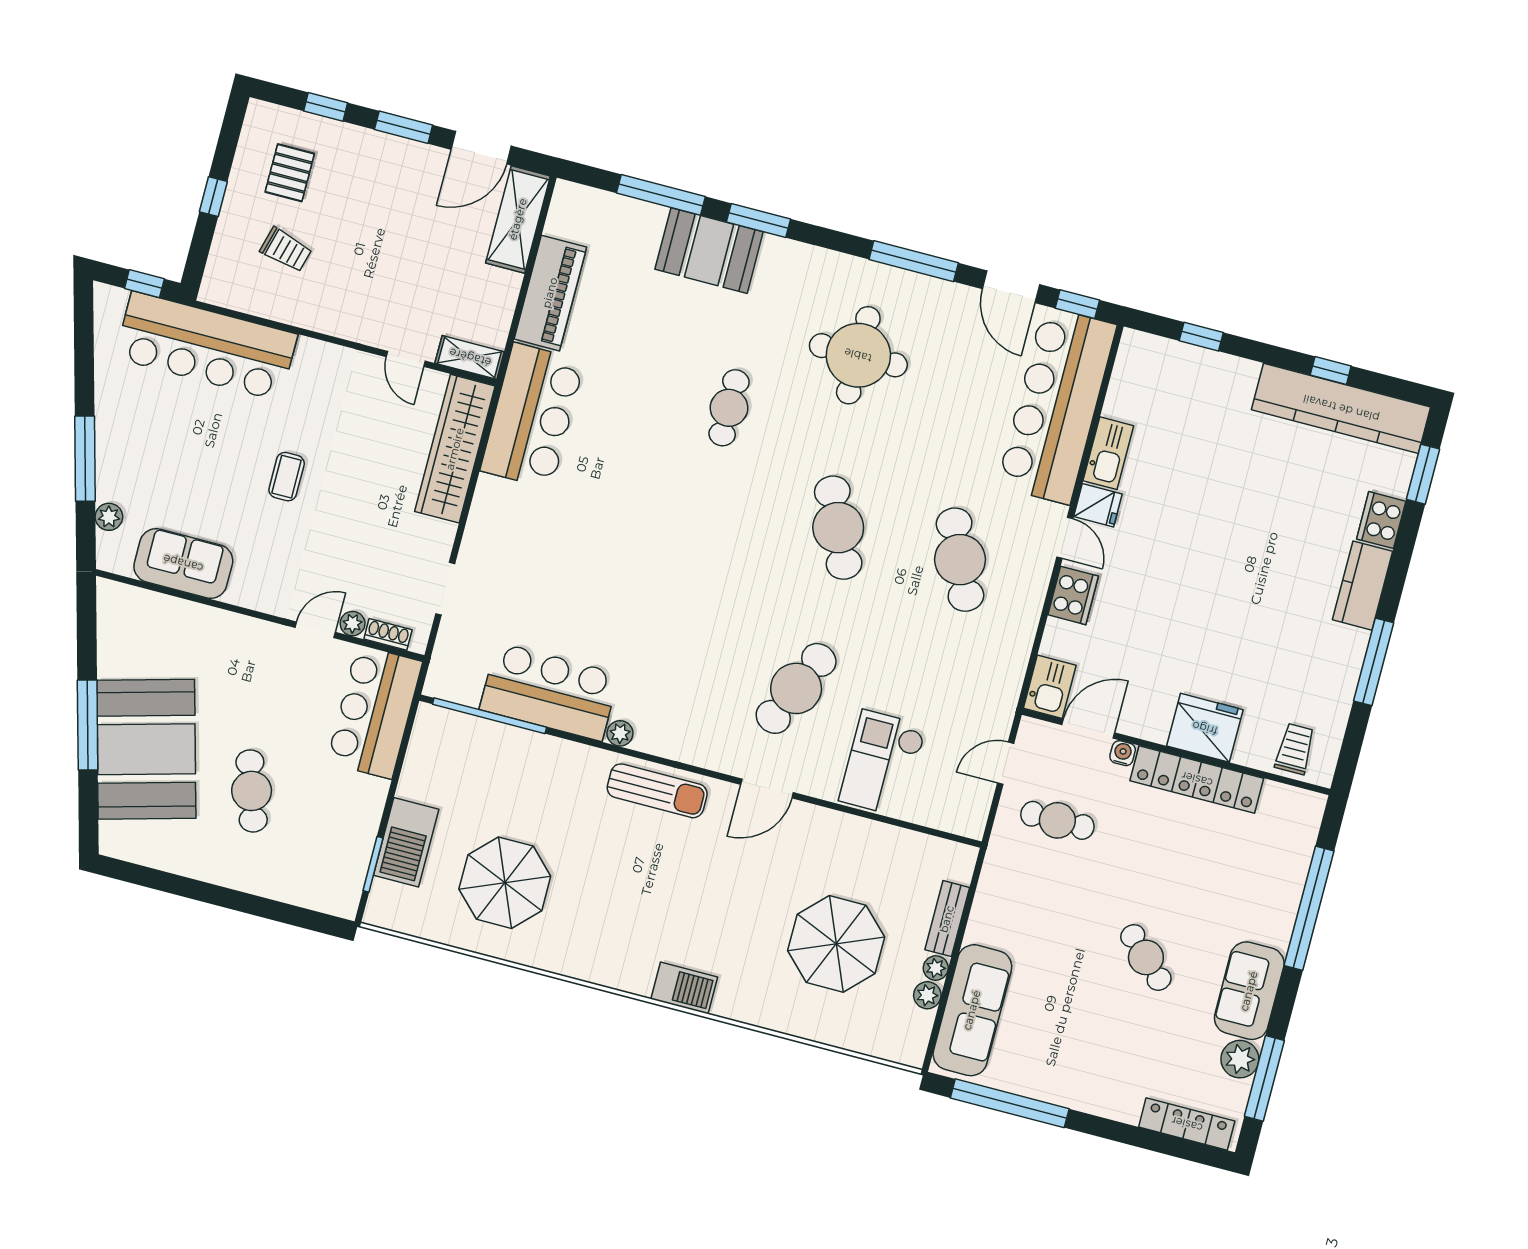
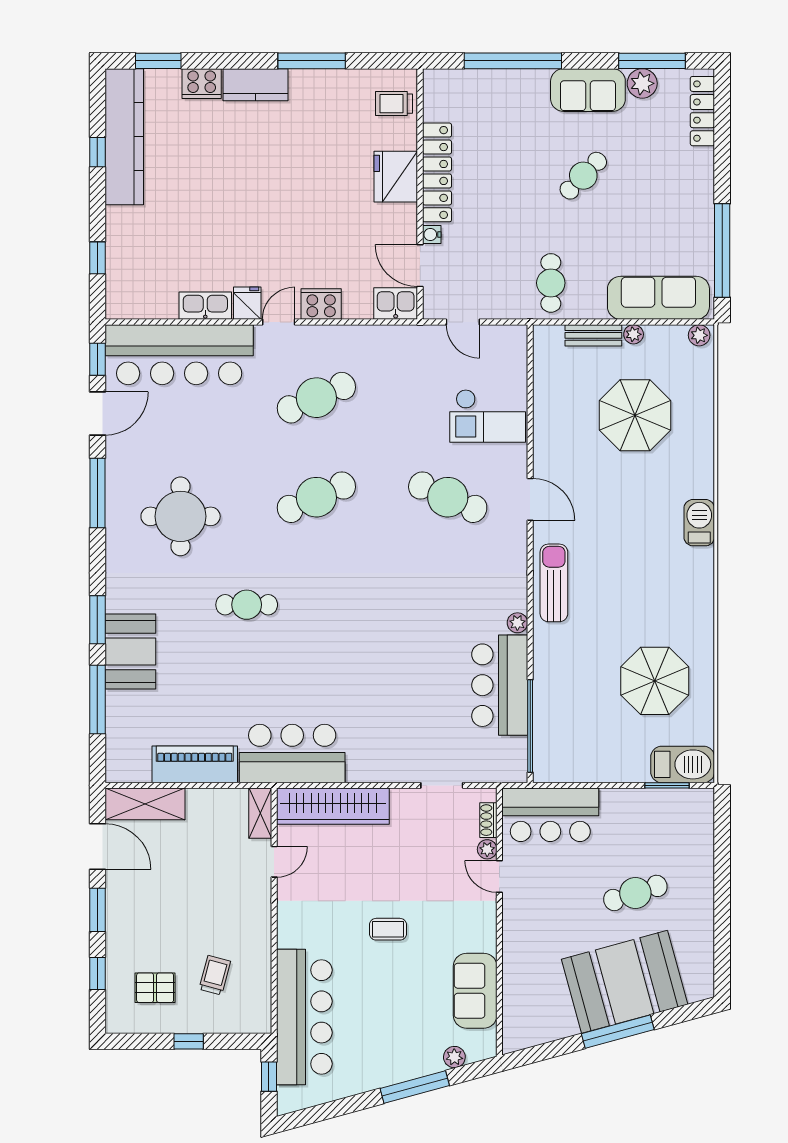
cafe table: (1057, 820) -> (551, 283), moved
barbecue: (406, 842) -> (683, 764), moved
plant: (927, 995) -> (699, 335), moved

